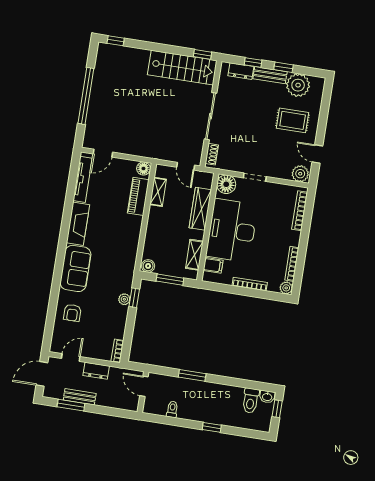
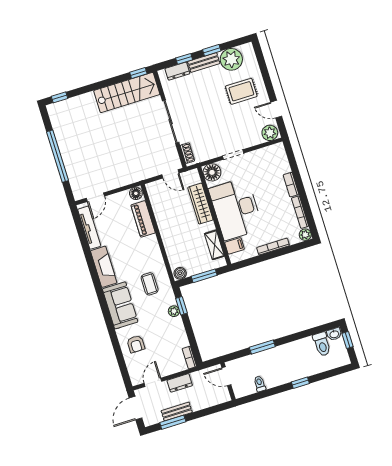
shelving: (158, 192) -> (158, 207), removed
bookcase: (300, 211) -> (291, 185), moved, width x0.64
coffee table: (114, 262) -> (150, 284), added

